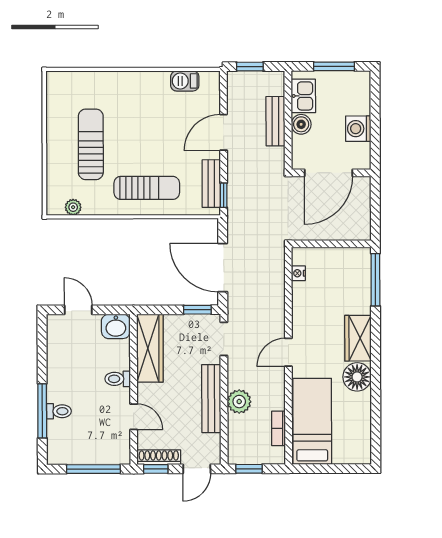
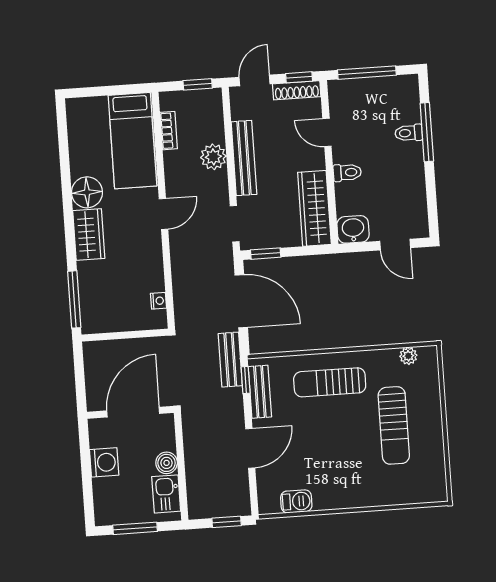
bench: (275, 121) -> (230, 360), moved

